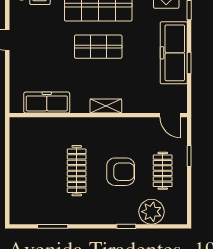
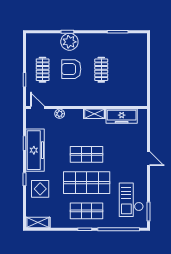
shelving: (106, 106) -> (94, 114), moved
plant: (138, 106) -> (60, 114), added
clothes rail: (77, 171) -> (101, 70), width x0.73
plant: (151, 212) -> (69, 42), moved

